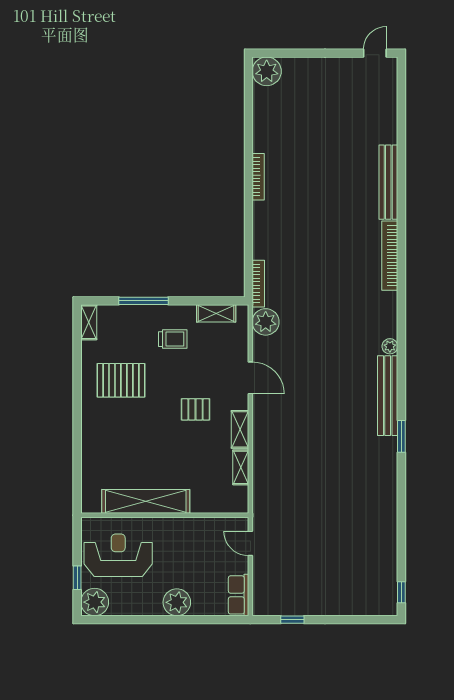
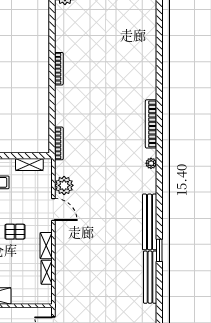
bench: (388, 182) -> (150, 277), moved
plant: (266, 322) -> (64, 185), moved
plant: (390, 346) -> (151, 163), moved

